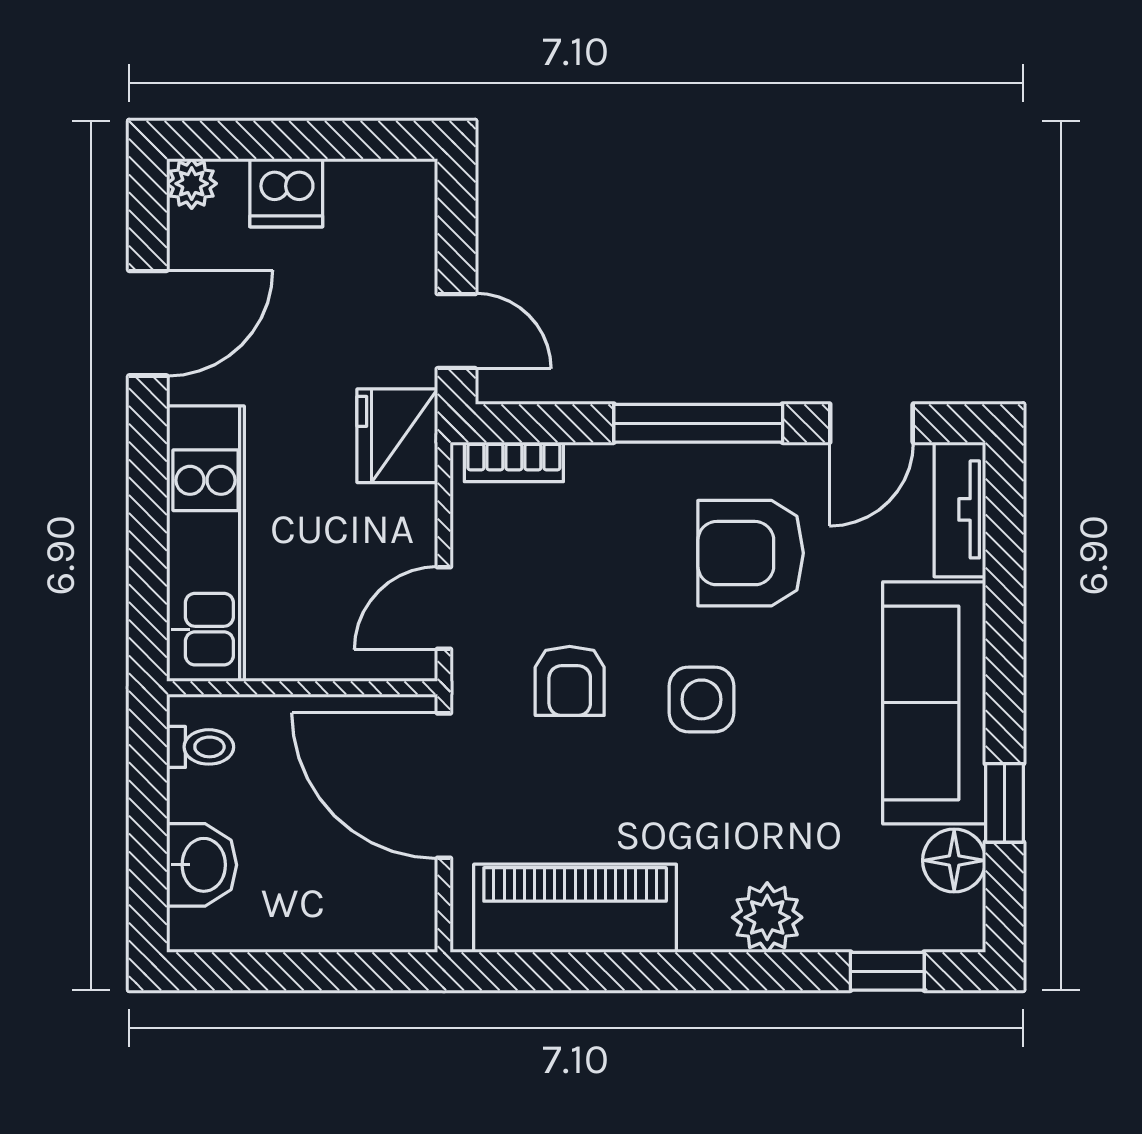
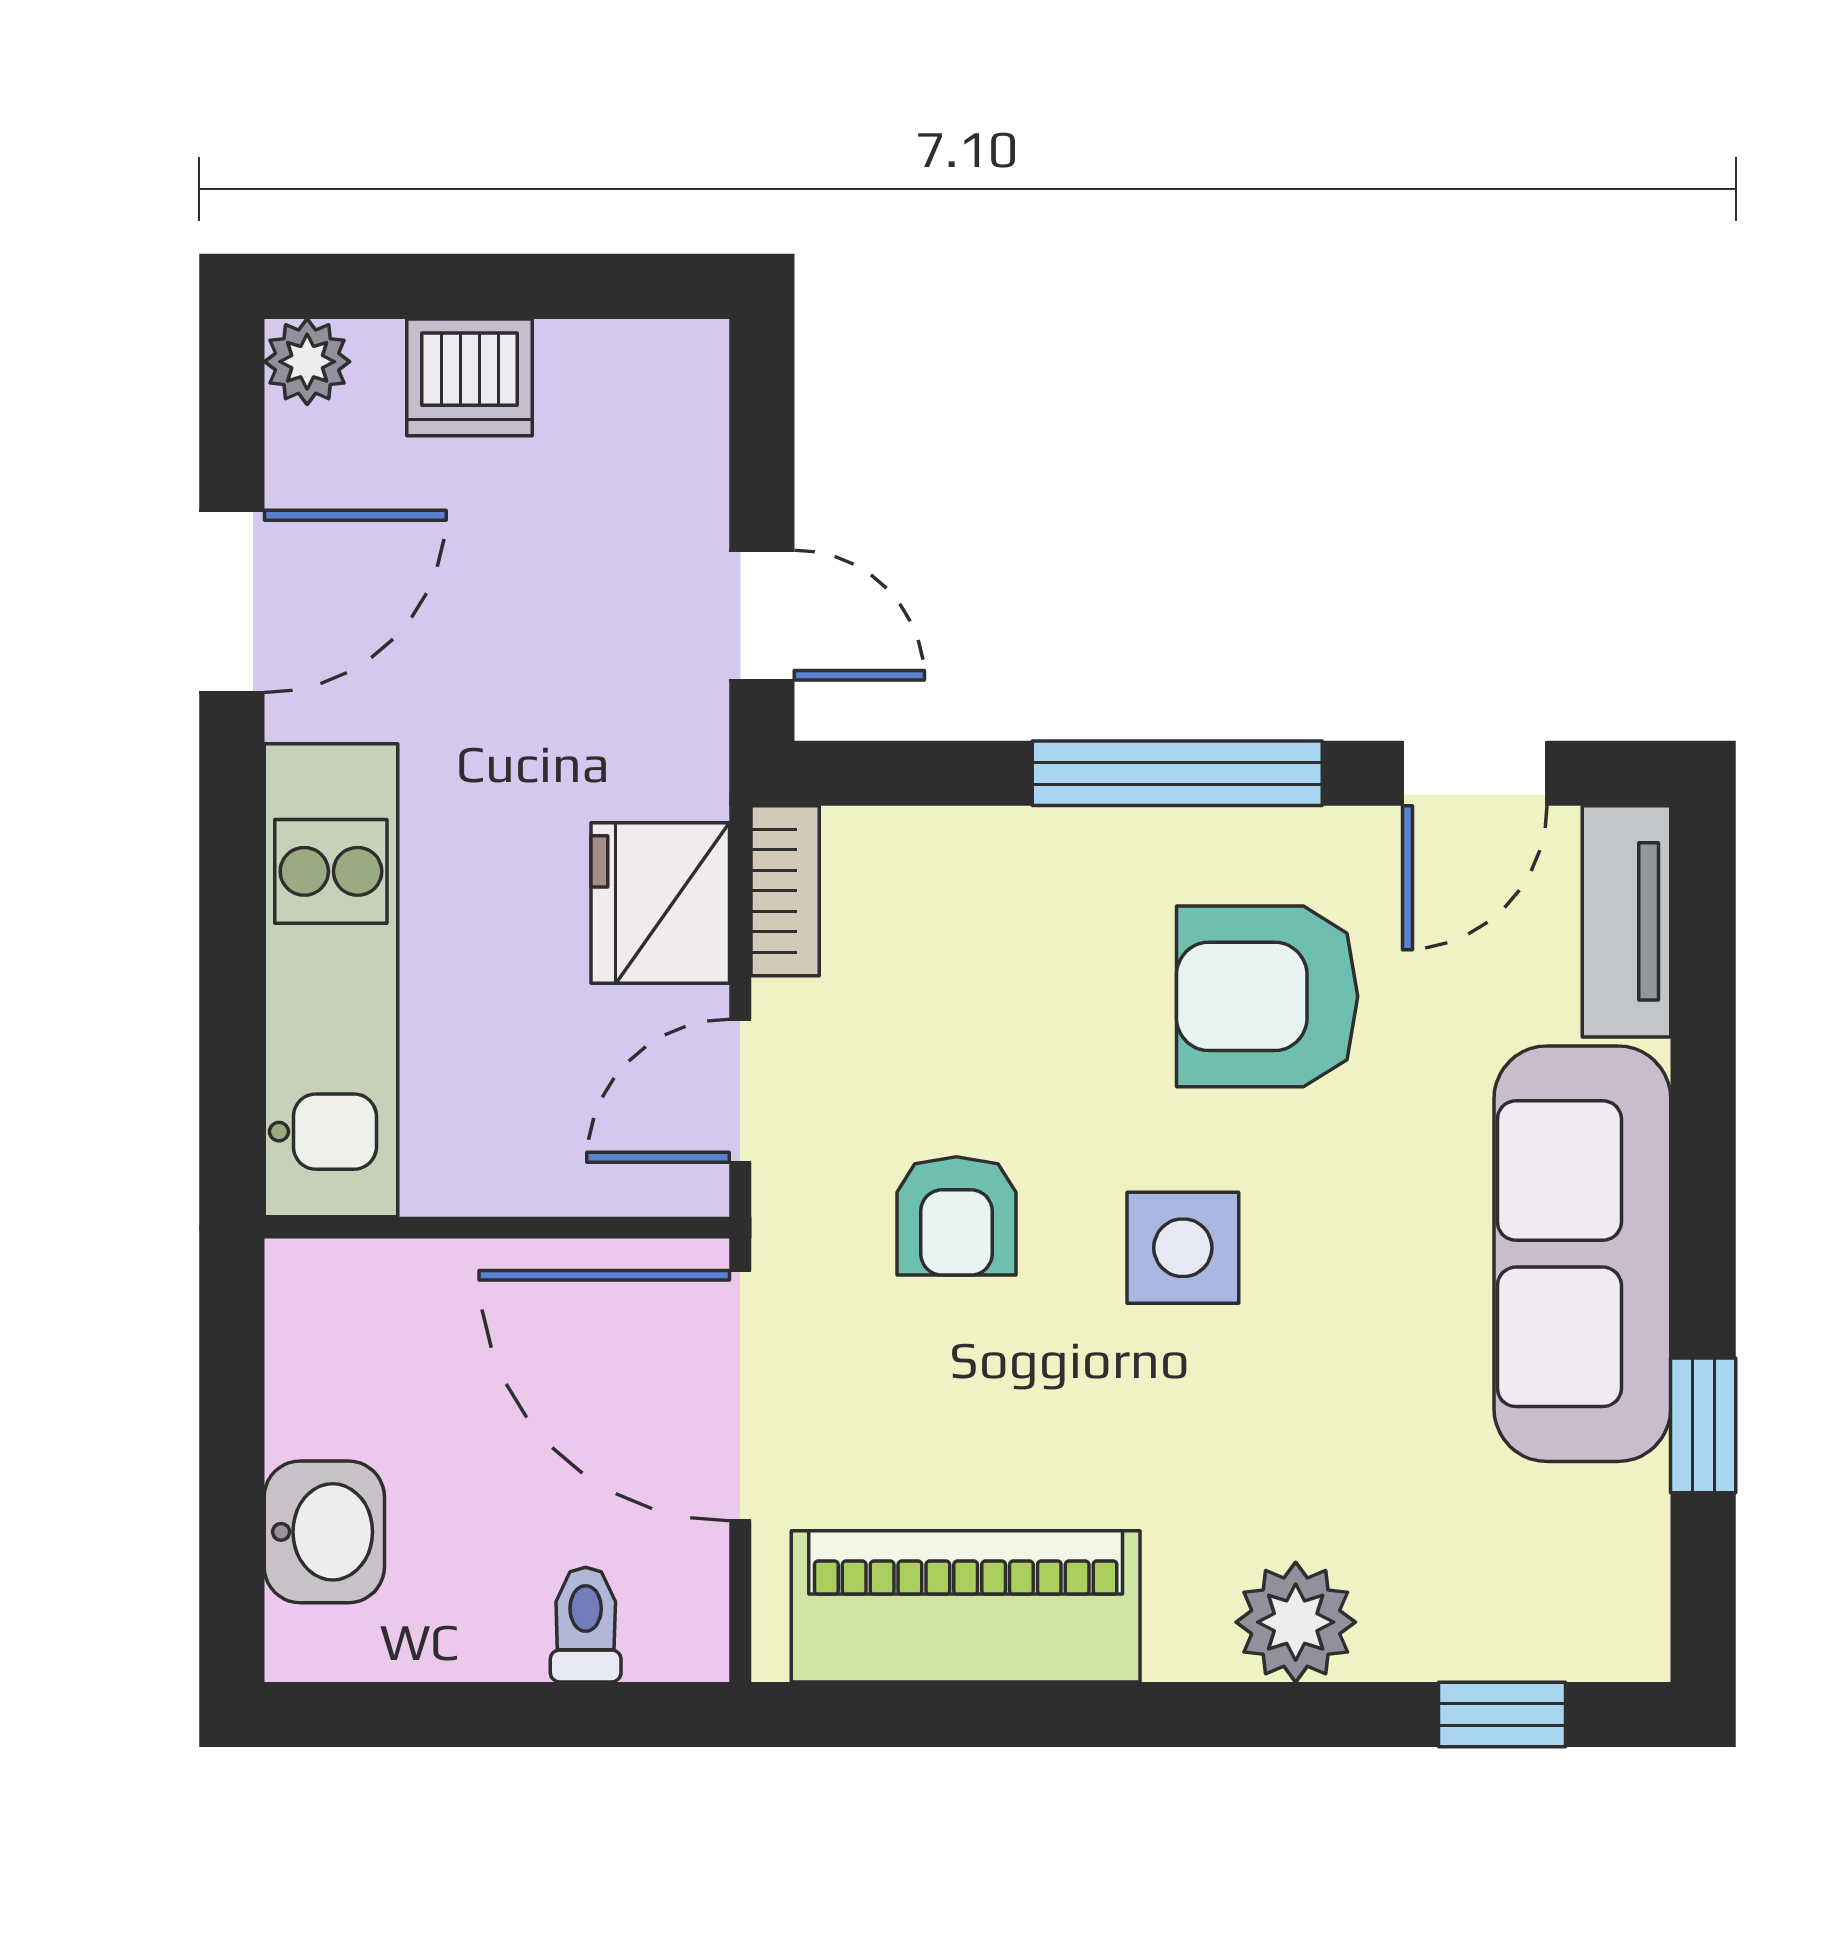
fridge: (397, 436) -> (660, 903), moved
bookcase: (514, 462) -> (785, 891), moved, turned -90
toilet: (200, 747) -> (586, 1625), moved, turned -90
floor lamp: (954, 860) -> (1617, 1524), removed

